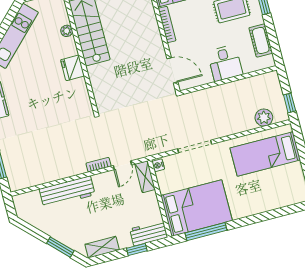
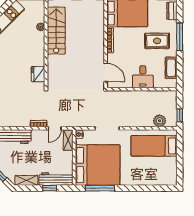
fridge: (72, 68) -> (38, 74), moved
bed: (197, 208) -> (98, 165), width x1.36
workbench: (149, 233) -> (56, 179), width x1.38

